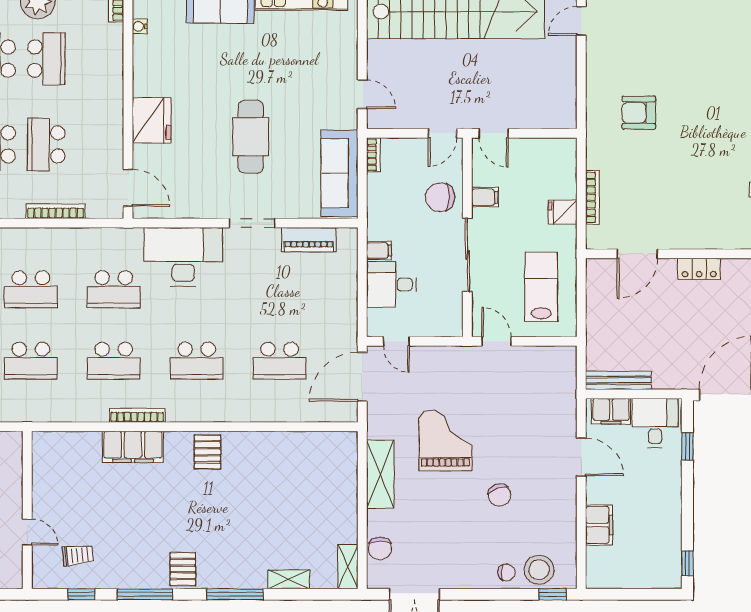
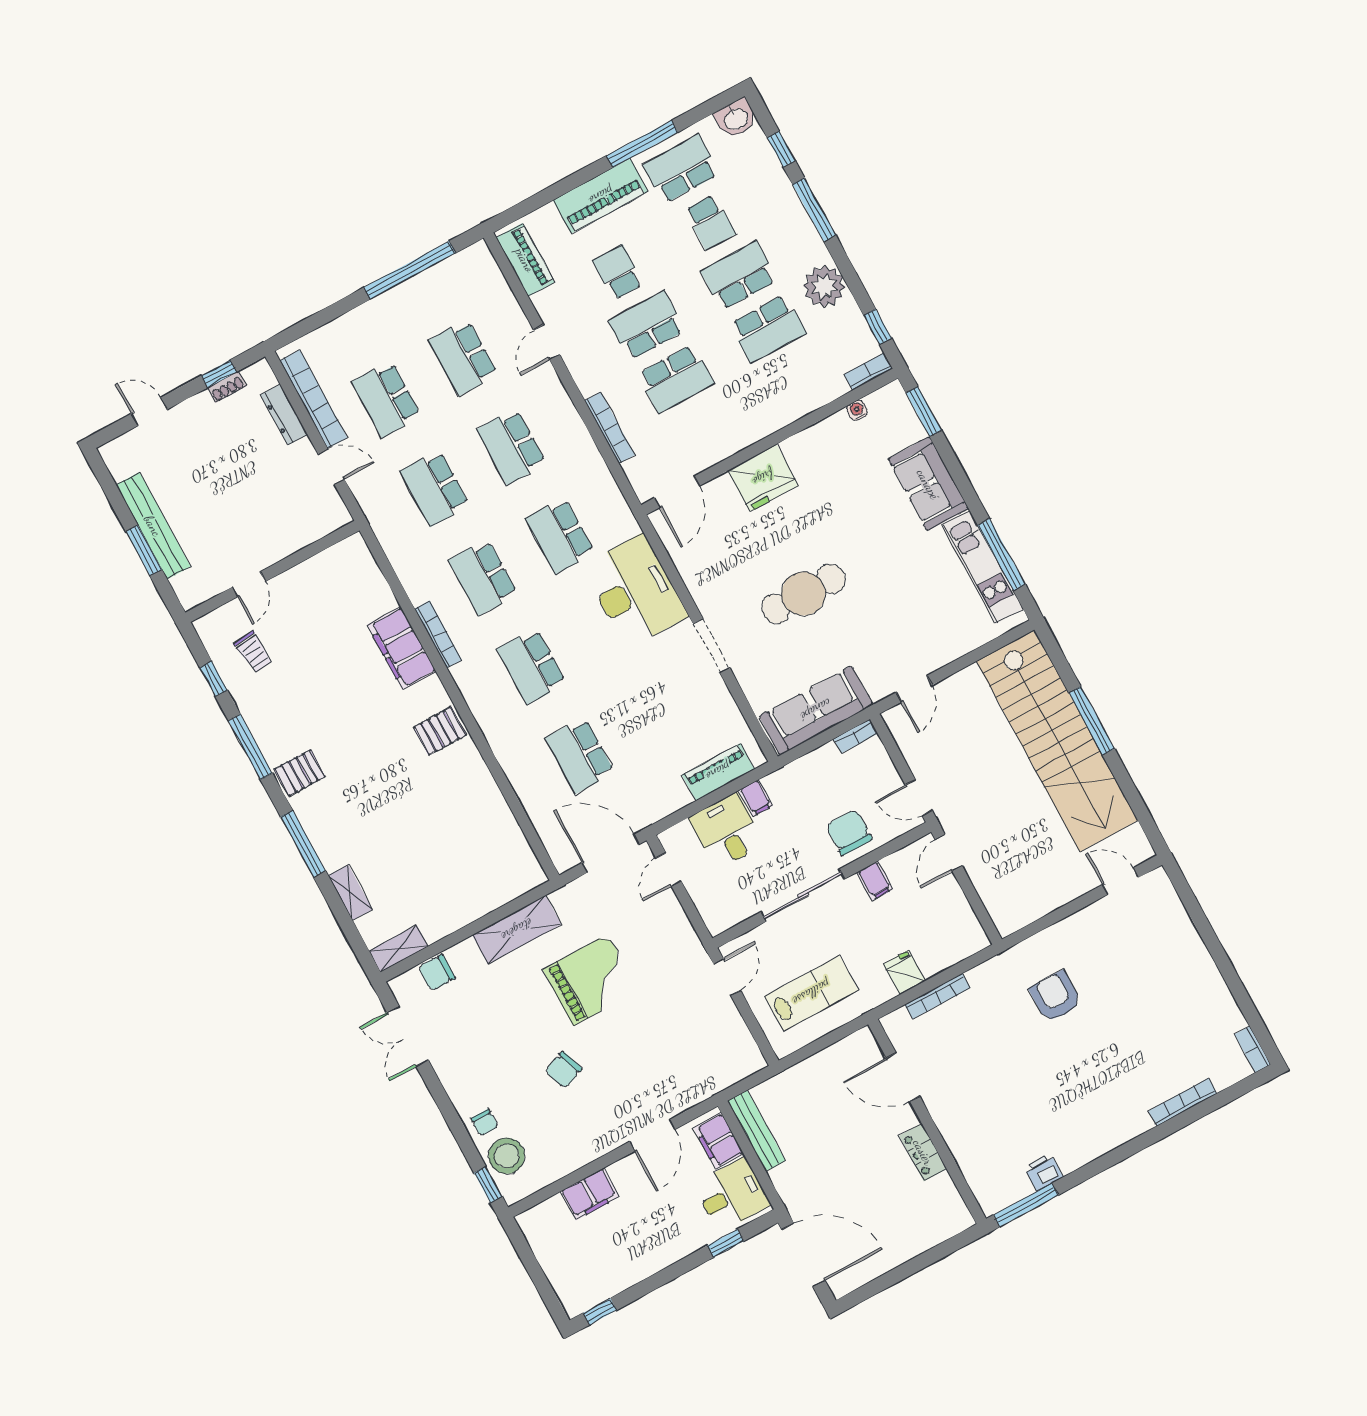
school desk: (46, 144) -> (676, 379), turned 180
piano: (309, 240) -> (718, 772), moved, turned 90

